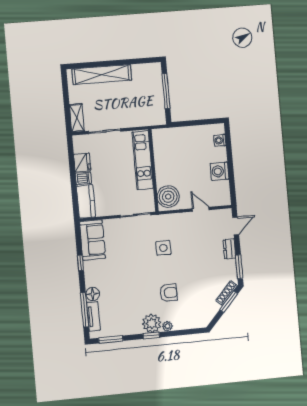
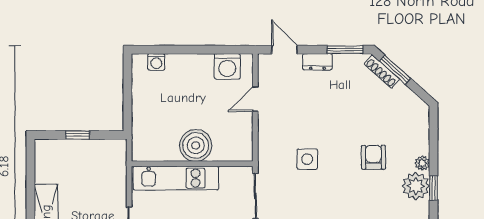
window: (166, 91) -> (77, 135), width x0.46
washing machine: (220, 171) -> (227, 66), moved
boiler: (168, 197) -> (196, 145), moved

